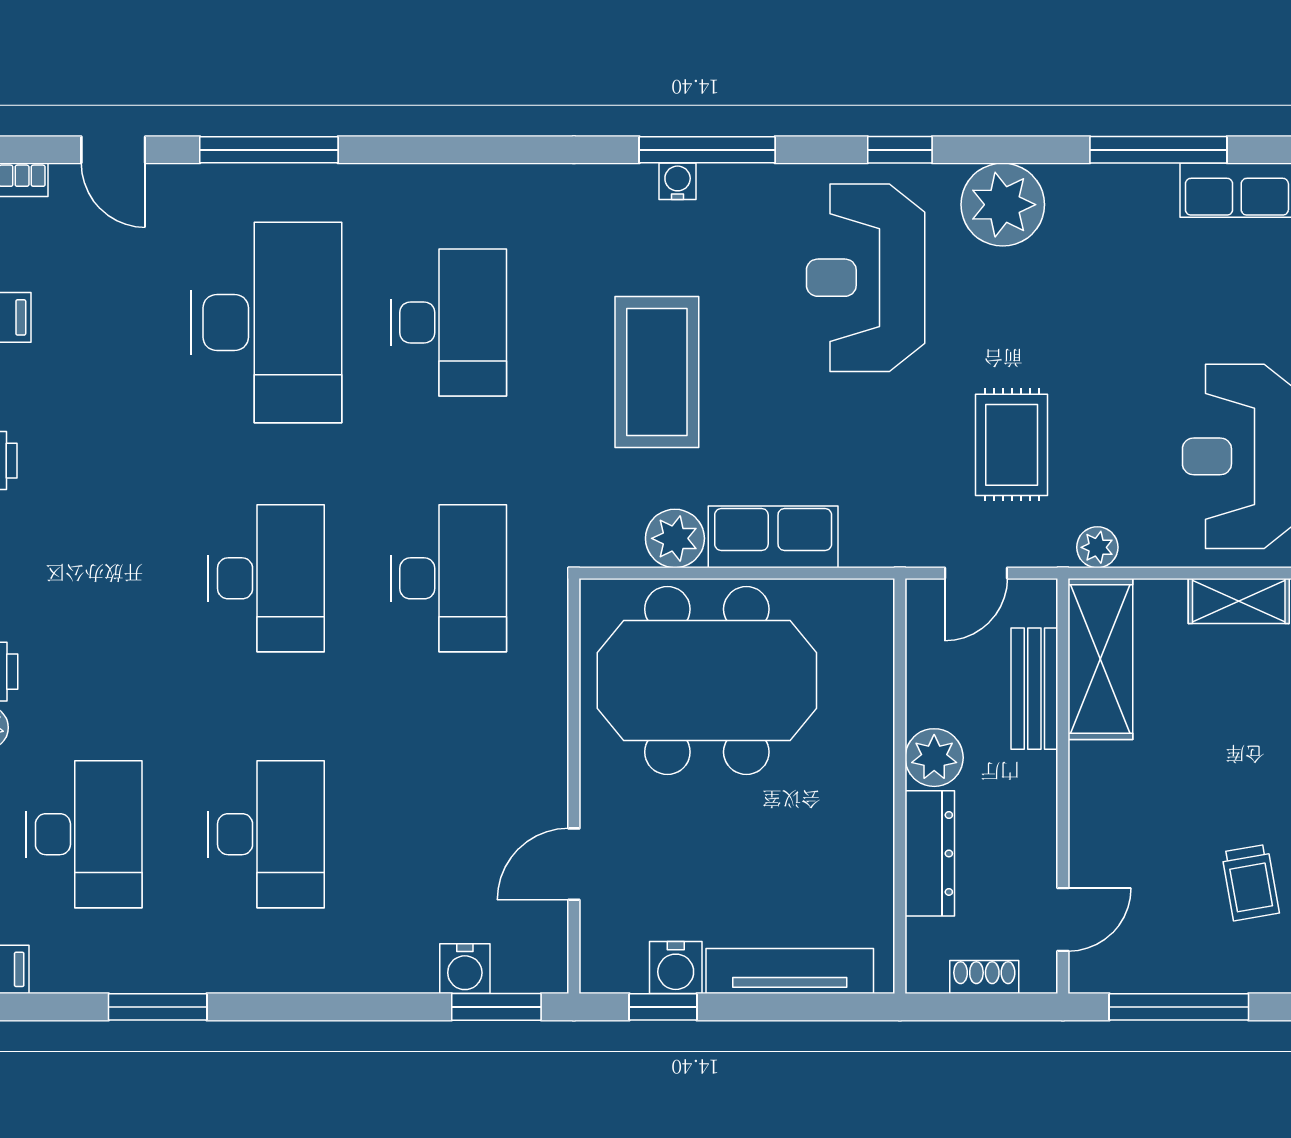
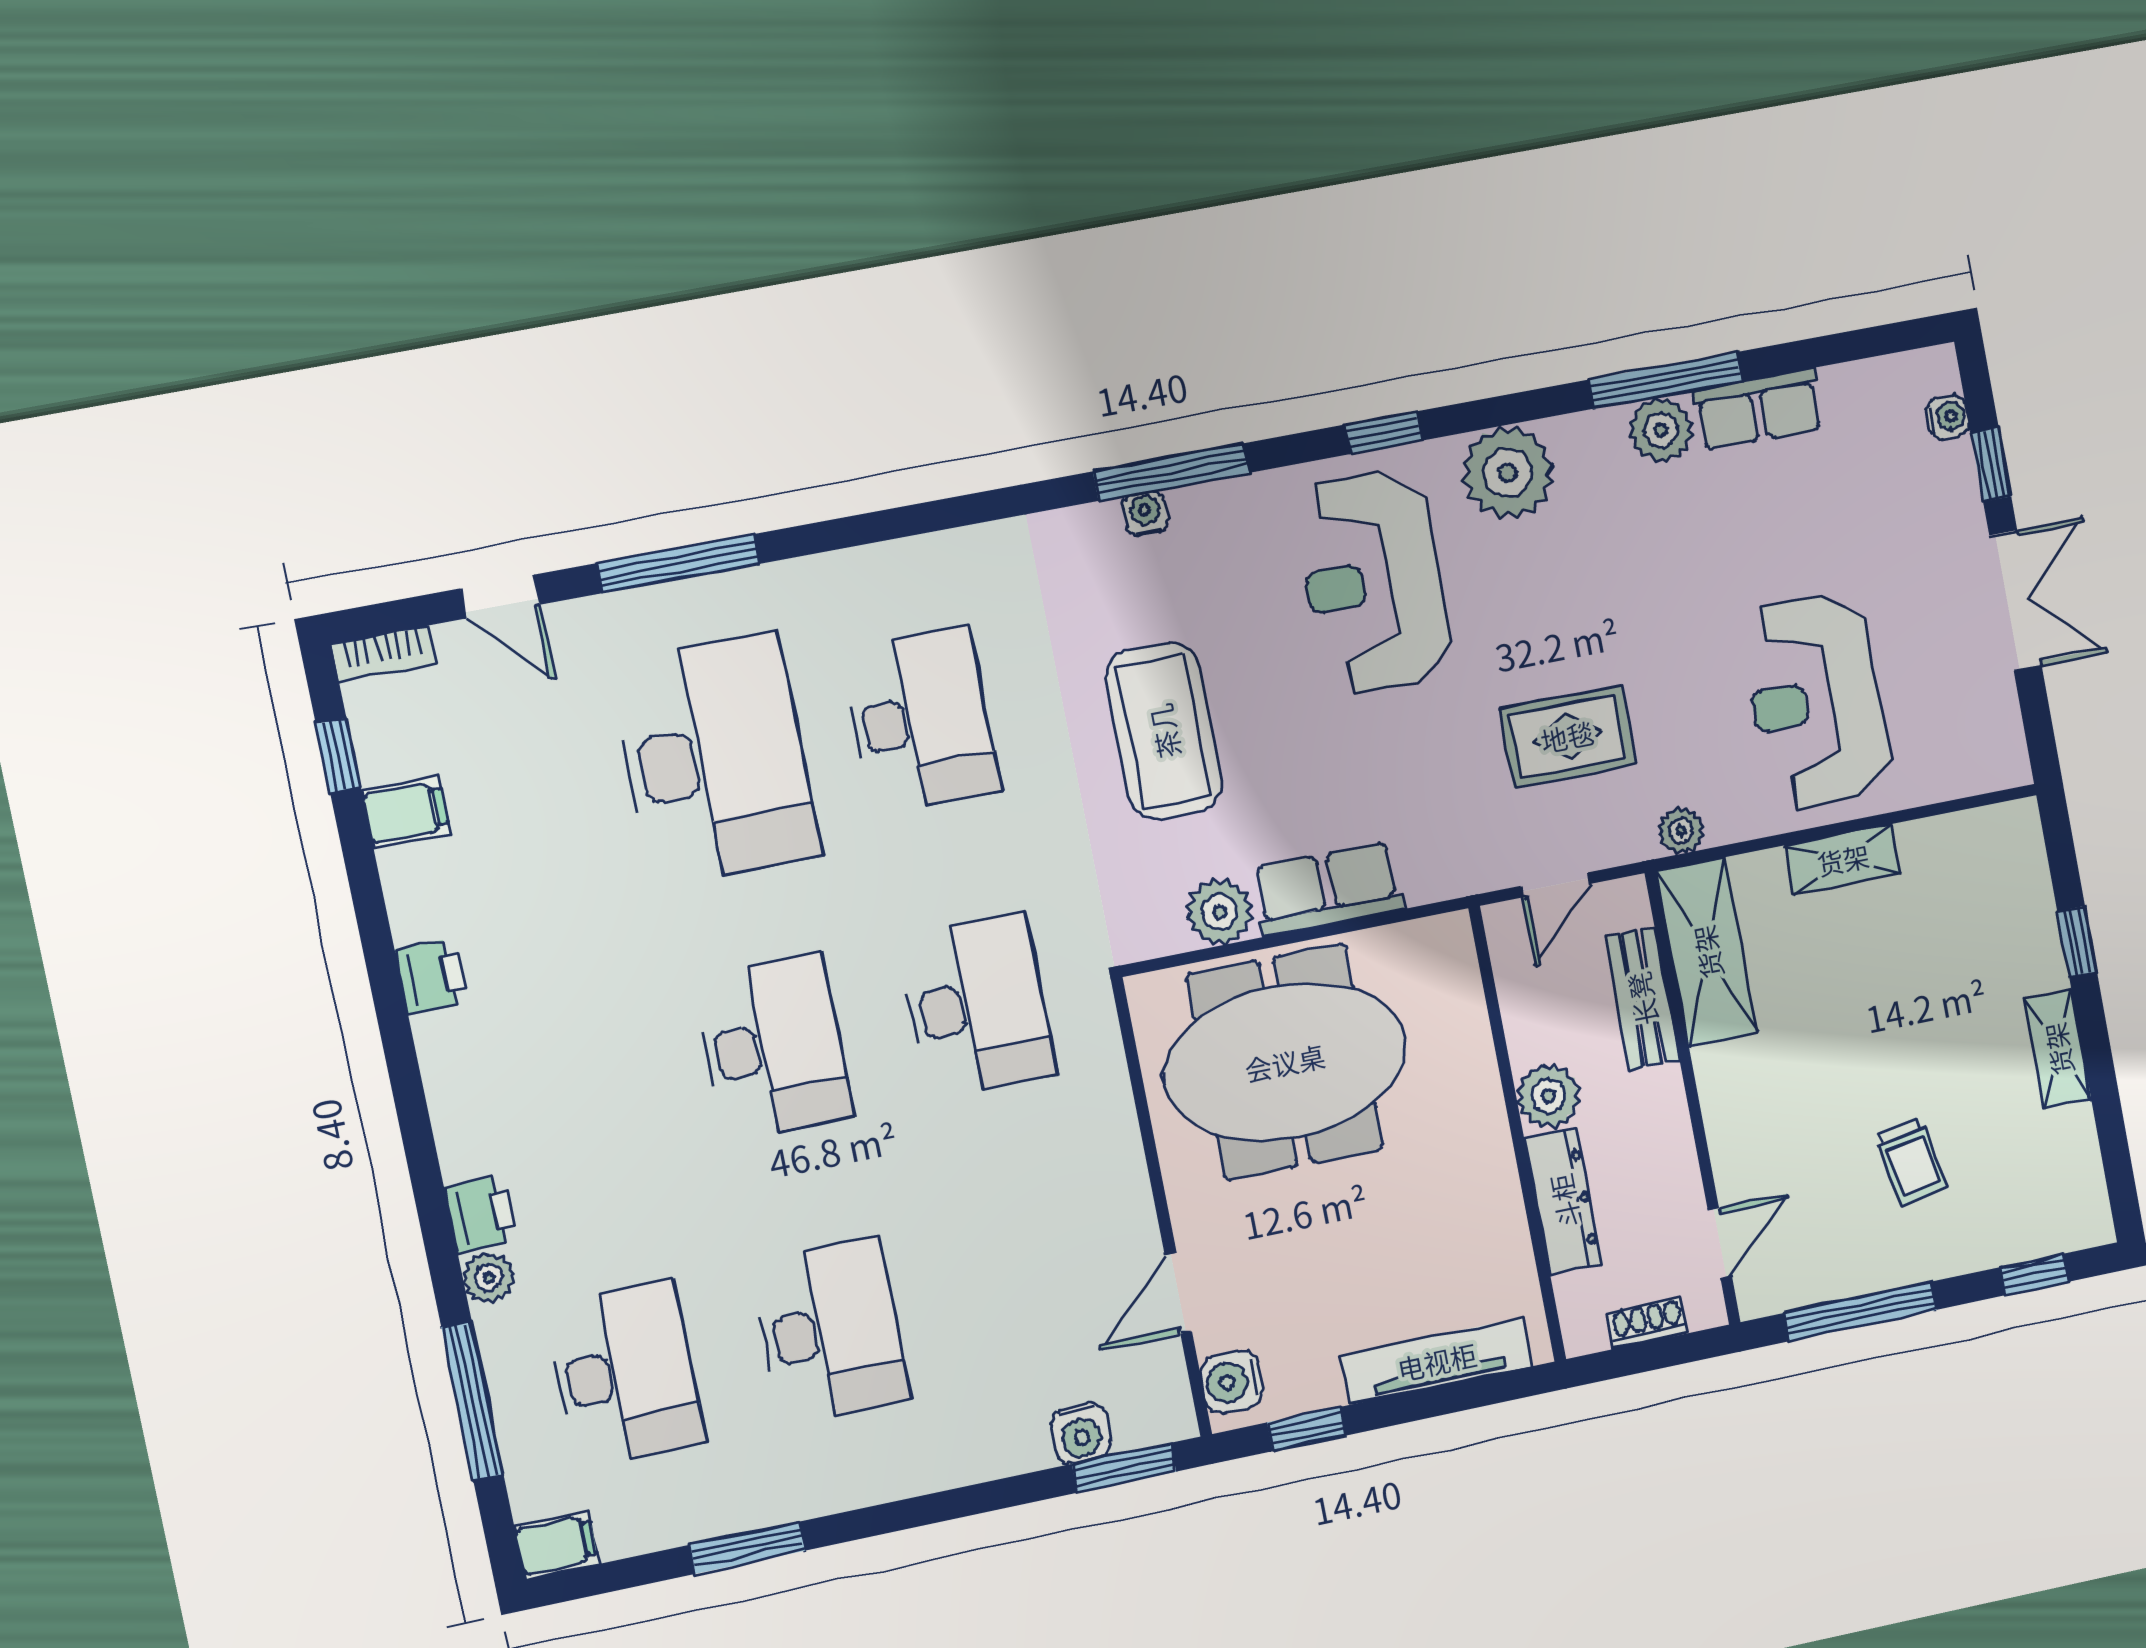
plant: (1146, 192) -> (1661, 430), added
rug: (1012, 445) -> (1567, 736), turned 90
water cooler: (676, 968) -> (1232, 1382), moved, turned 90

